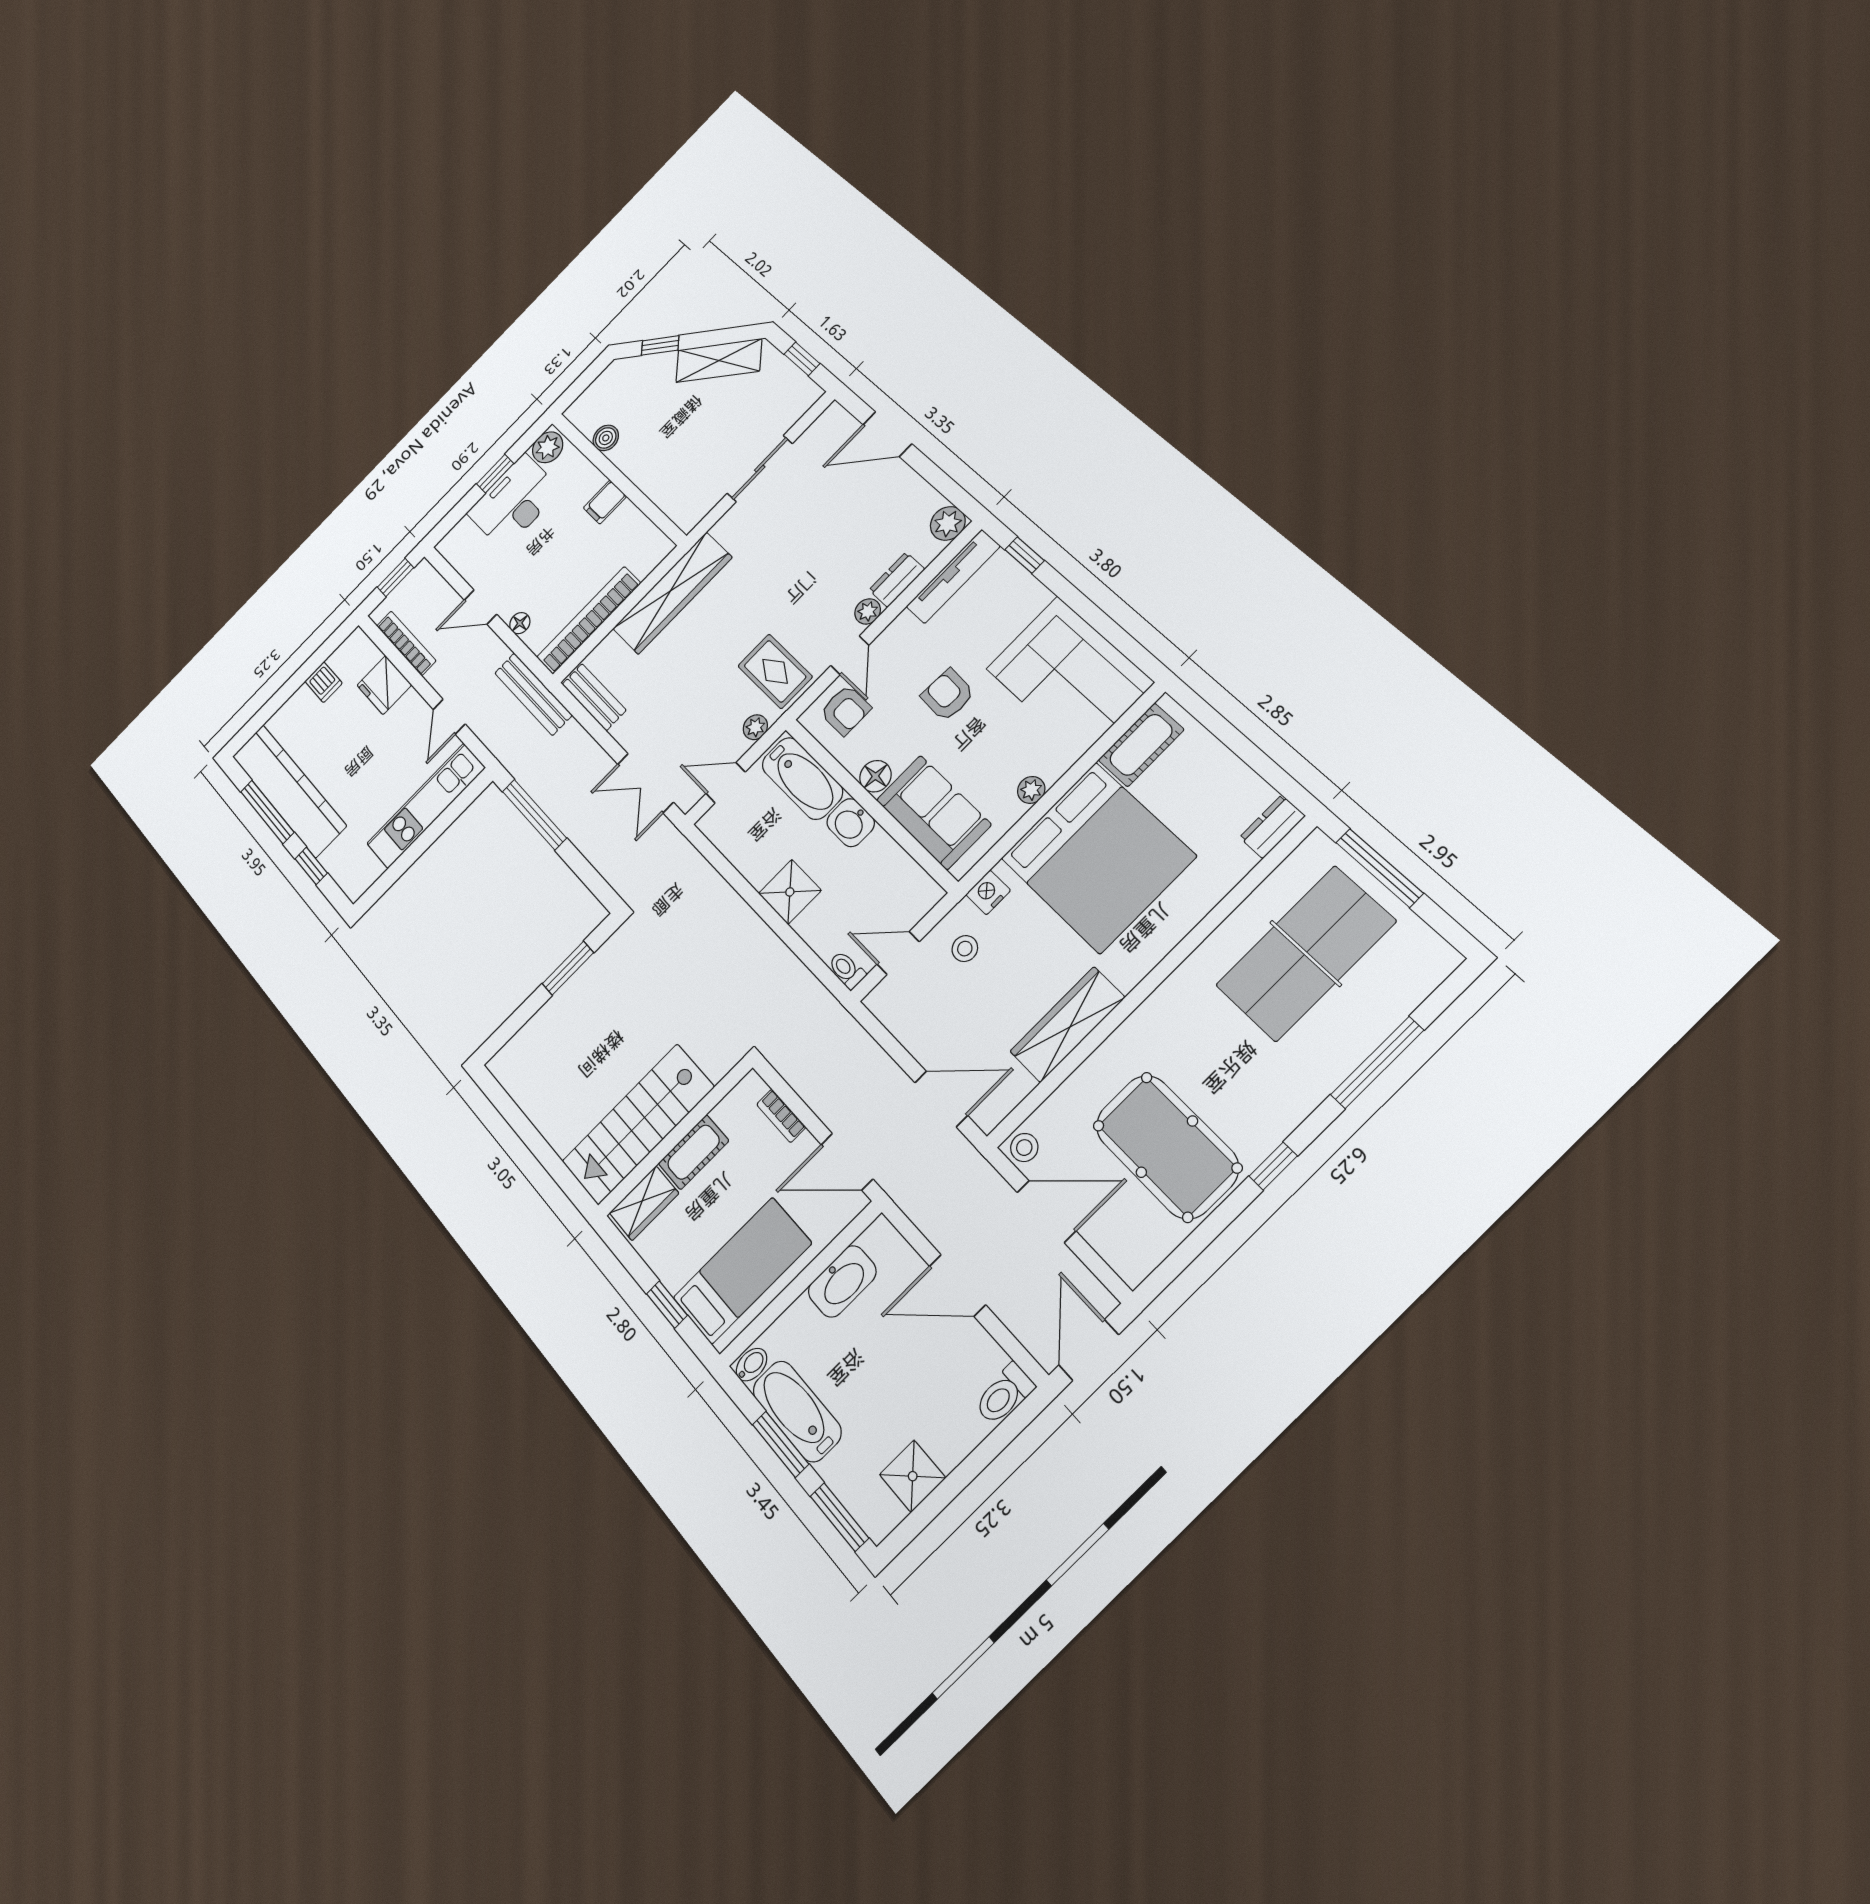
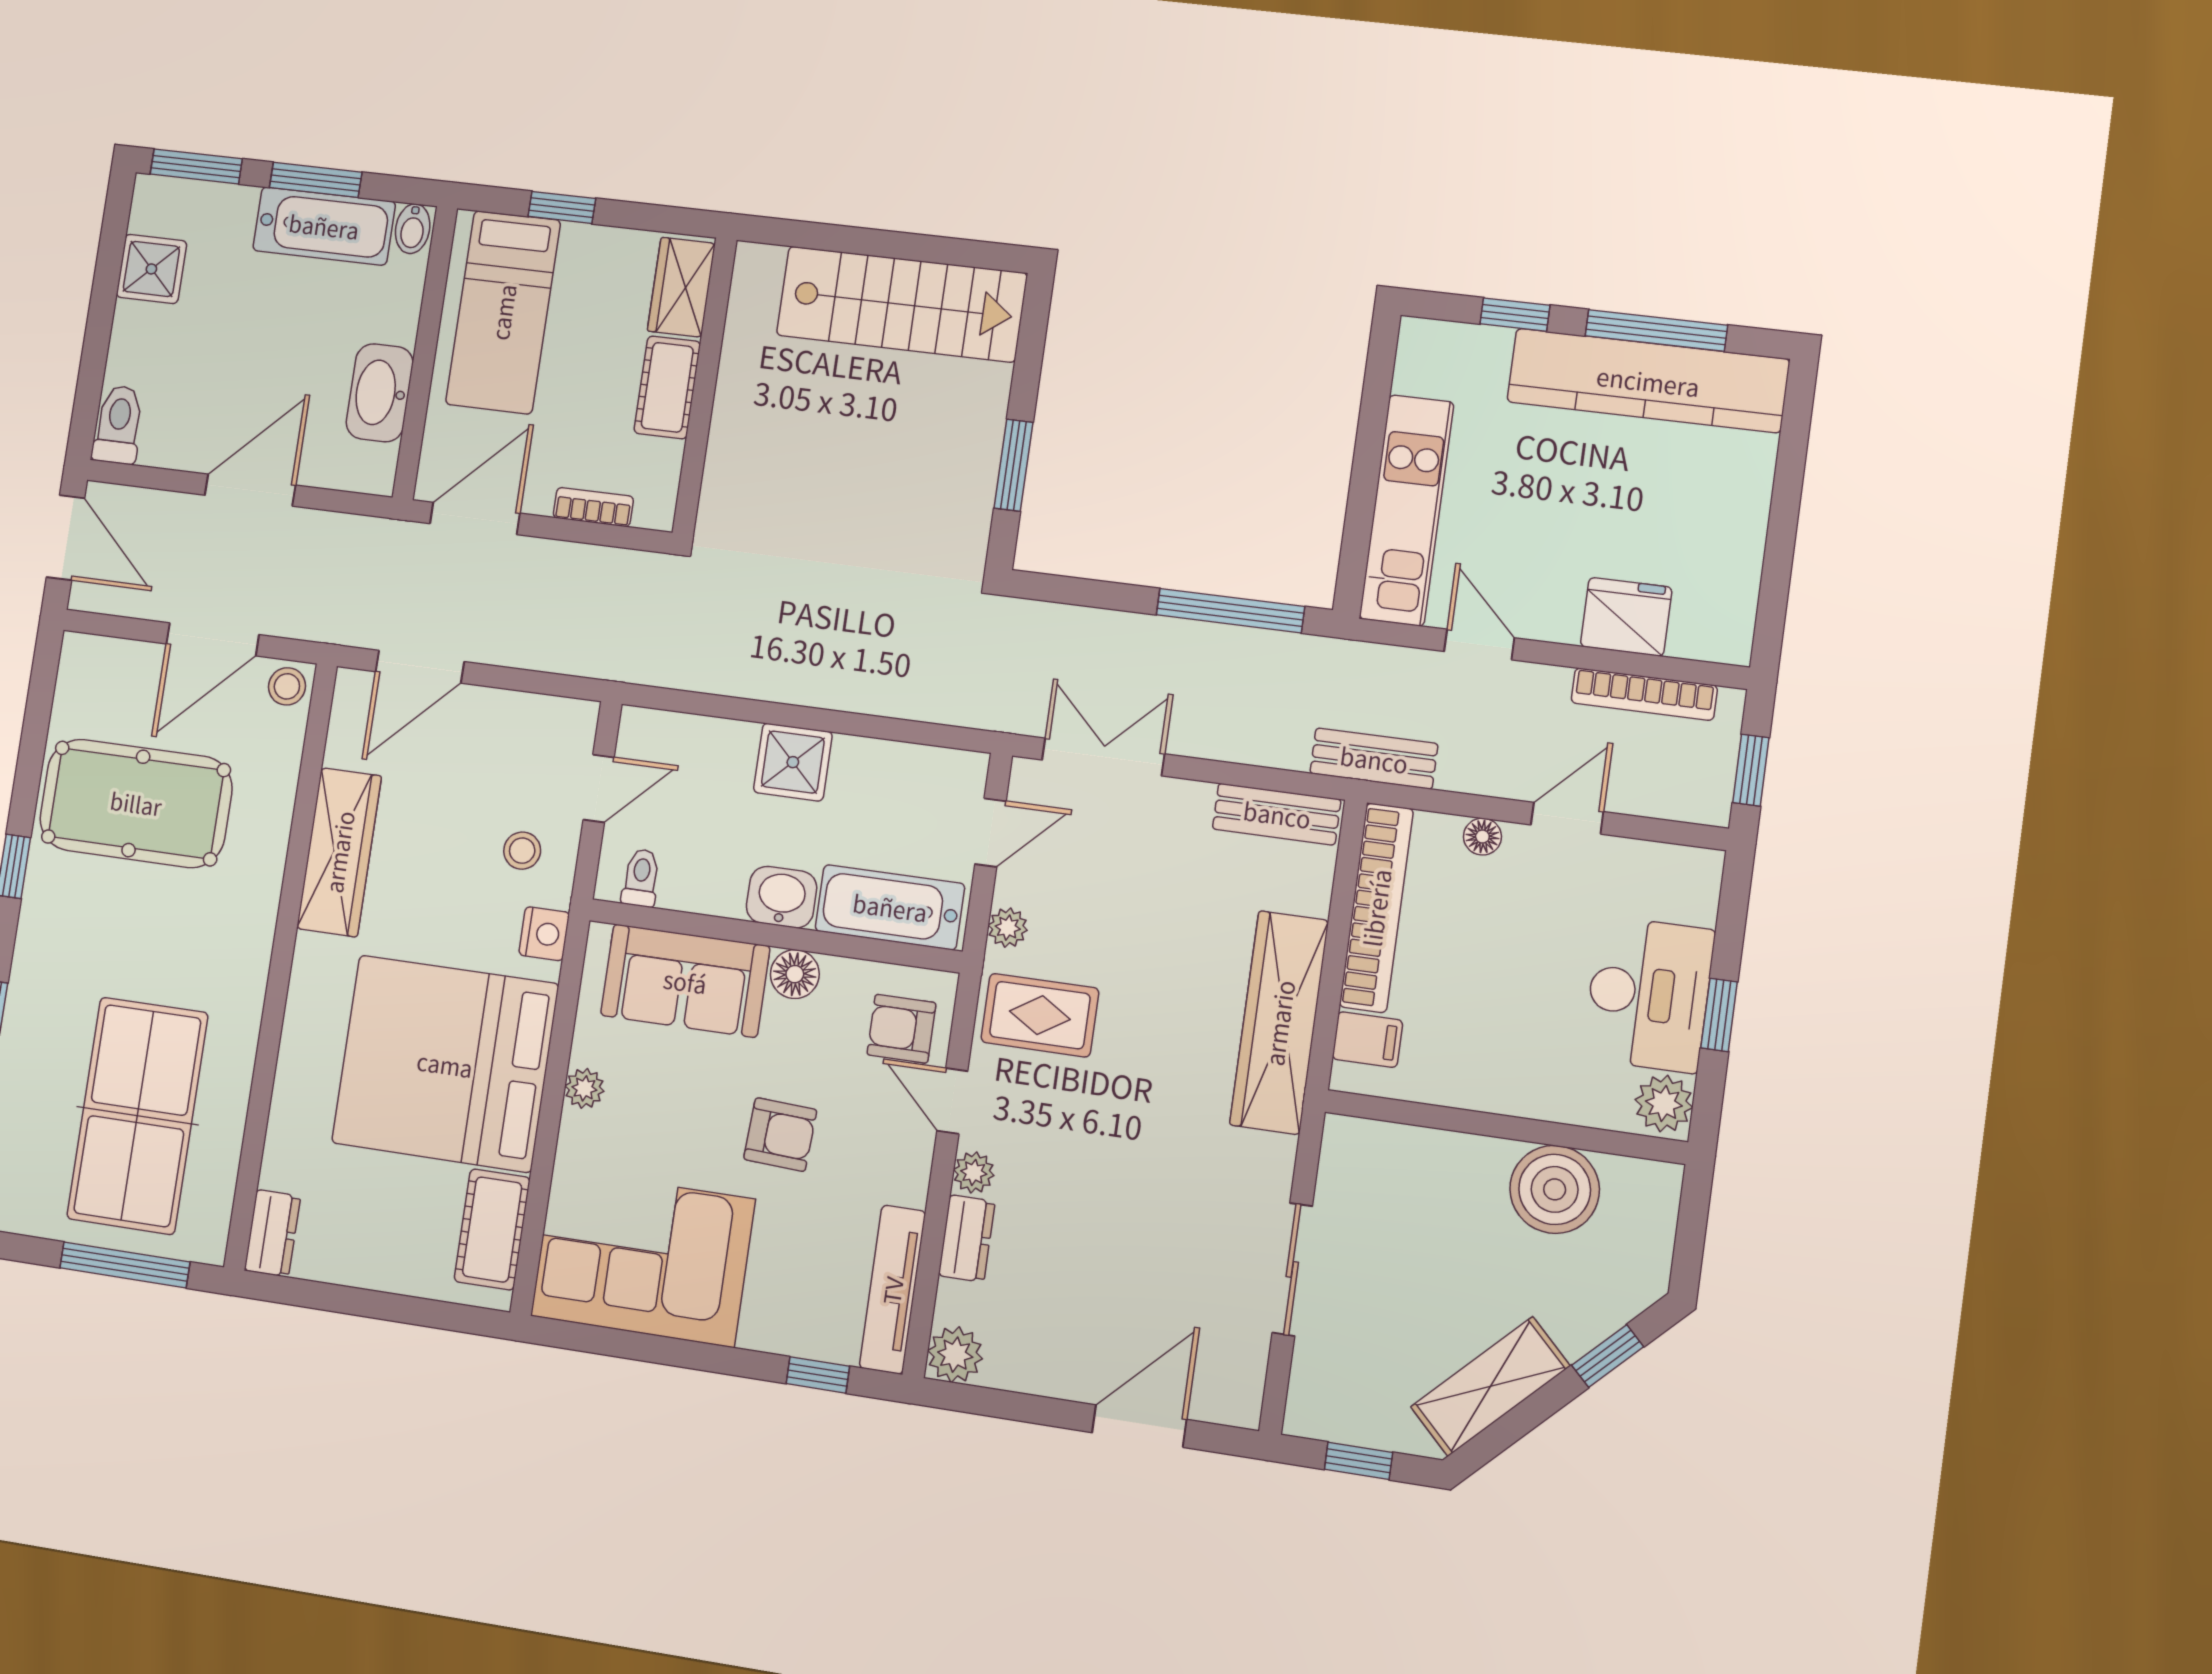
boiler: (606, 438) -> (1555, 1189), width x1.86, depth x1.86
filing cabinet: (605, 502) -> (1367, 1040), moved, turned 90
dishwasher: (324, 682) -> (1733, 555), removed
bench: (533, 694) -> (1374, 759), width x0.73
toilet: (847, 970) -> (641, 878), moved, turned -90
stairs: (638, 1124) -> (902, 304), moved, turned 90

